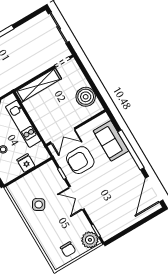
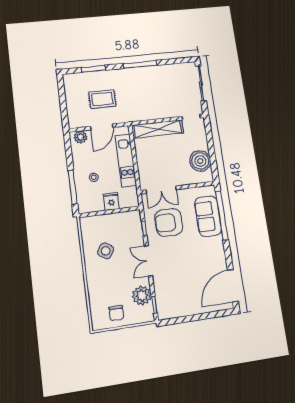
window: (131, 150) -> (222, 215), moved
plant: (90, 240) -> (142, 295), moved

